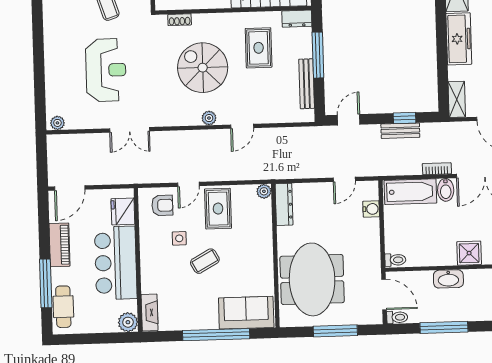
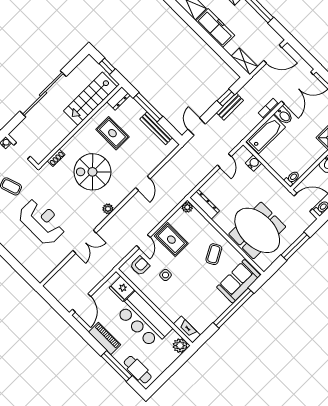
plant: (209, 118) -> (108, 209), moved
plant: (57, 123) -> (42, 274), removed
coffee table: (205, 261) -> (214, 254), moved

